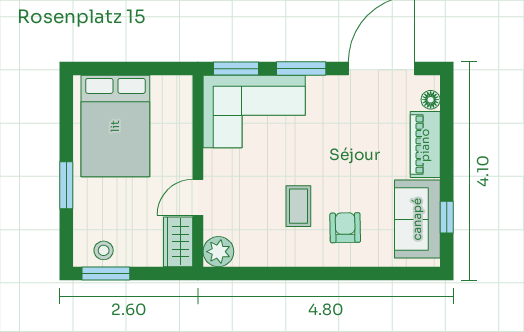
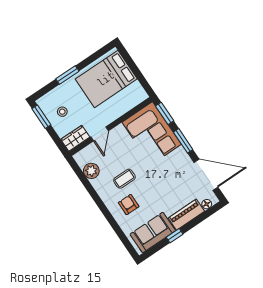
door: (198, 197) -> (100, 134), swing flipped
window: (447, 217) -> (175, 236), moved
armchair: (345, 228) -> (129, 205), turned -89
stool: (104, 250) -> (62, 112), moved
plant: (218, 252) -> (91, 171), moved

